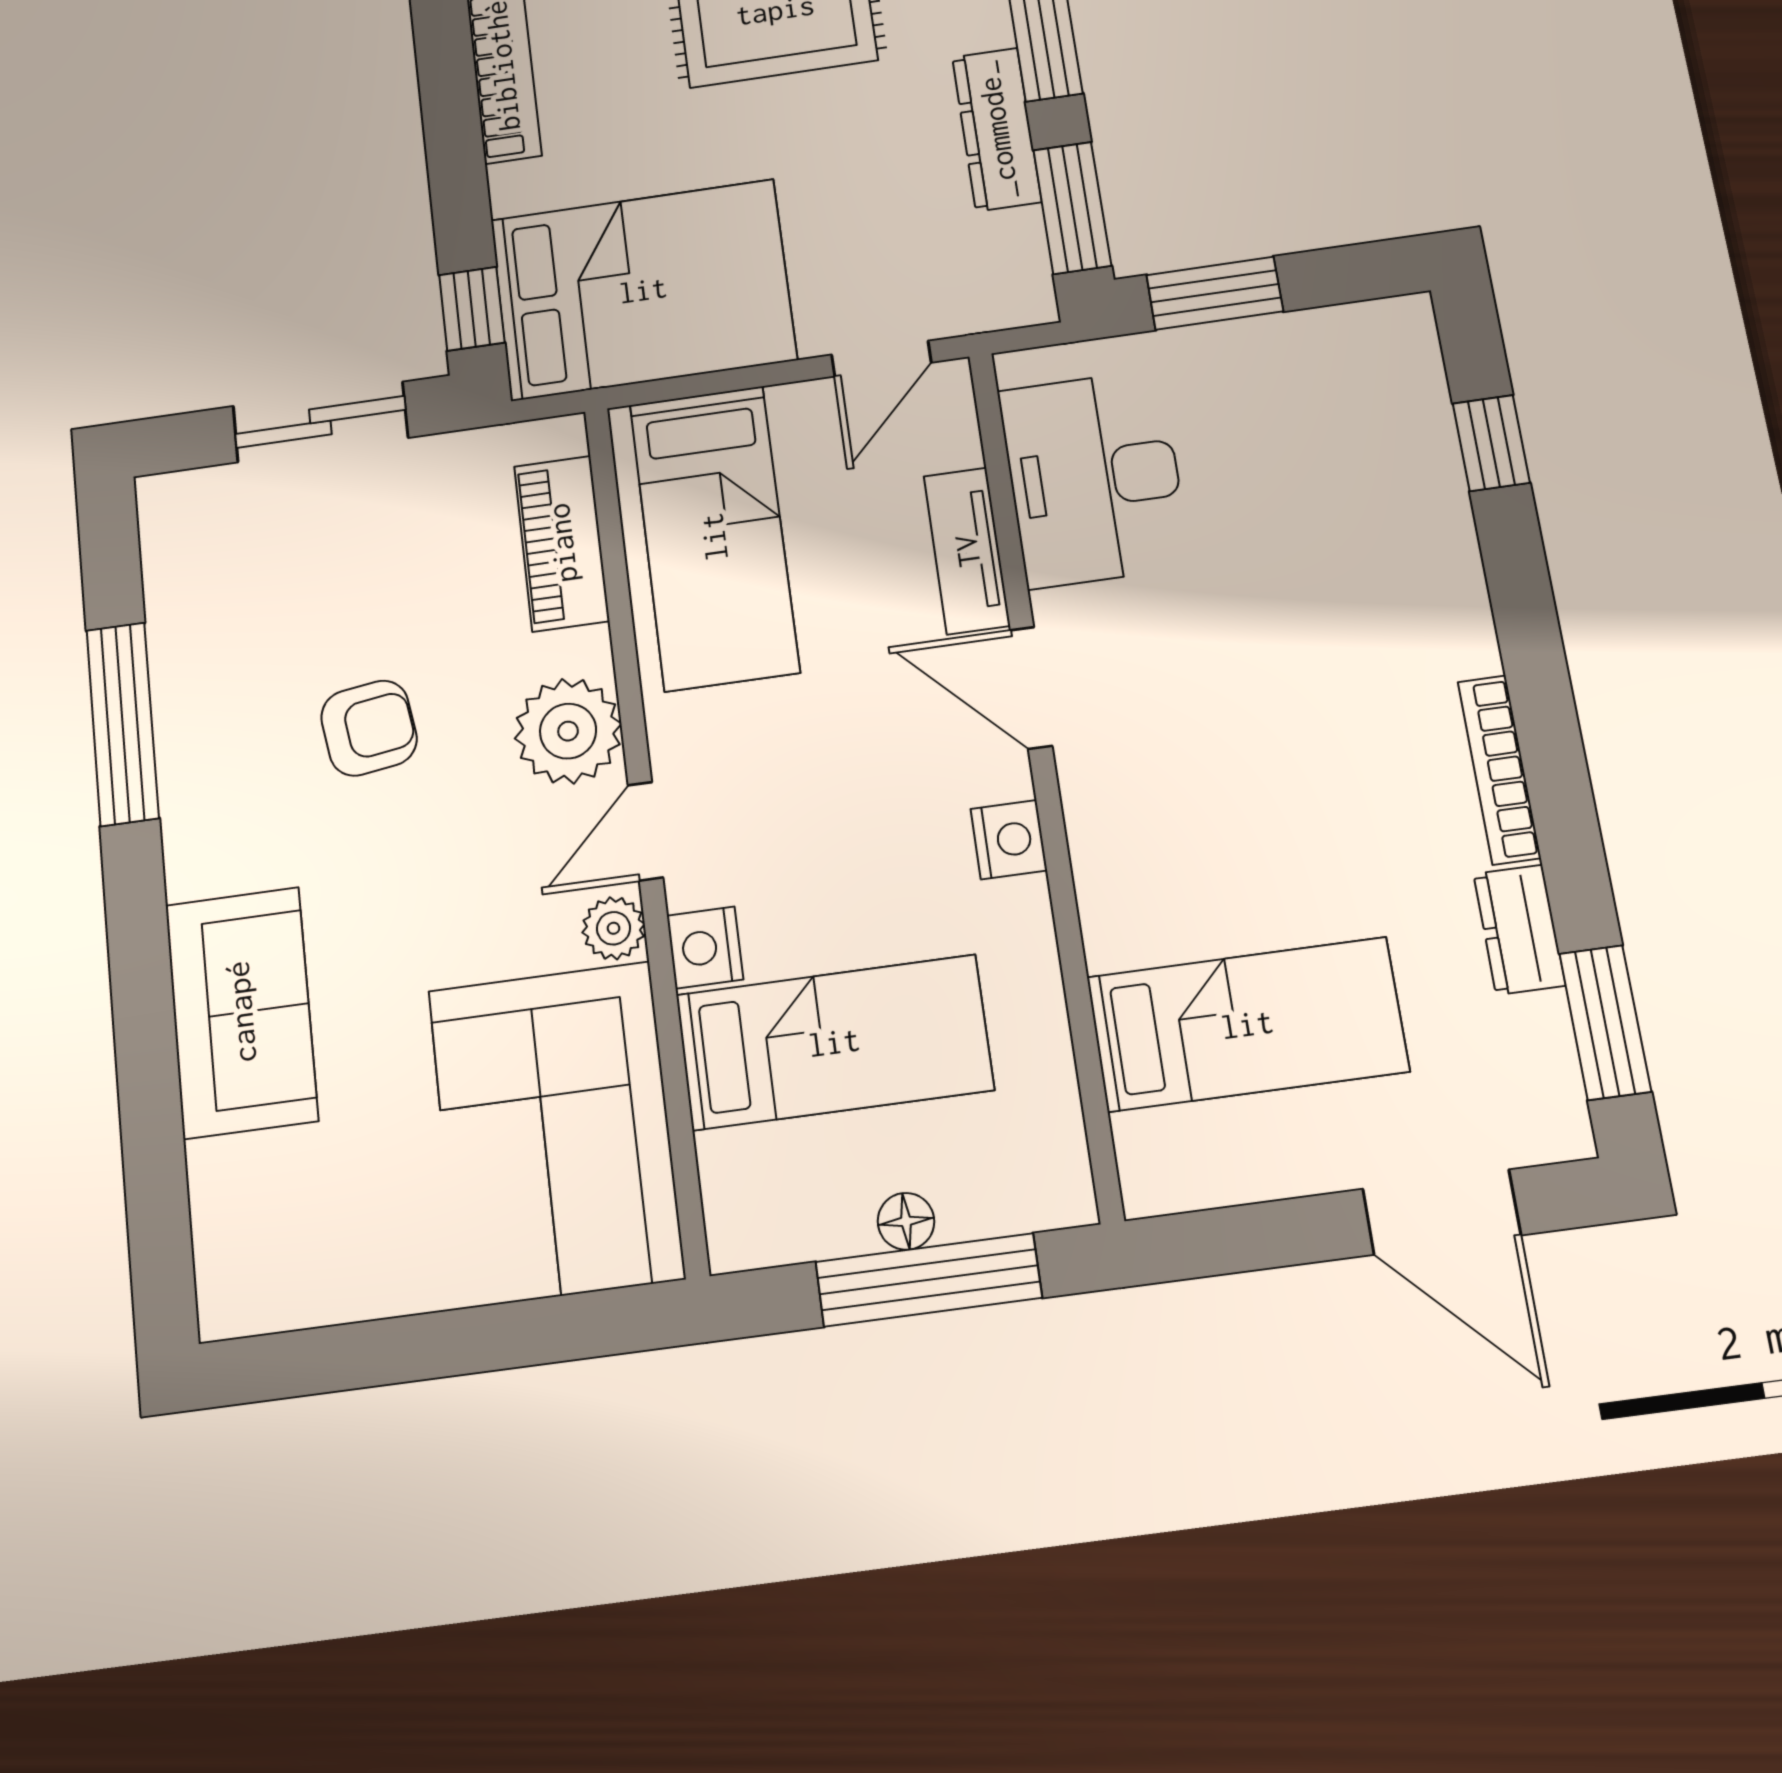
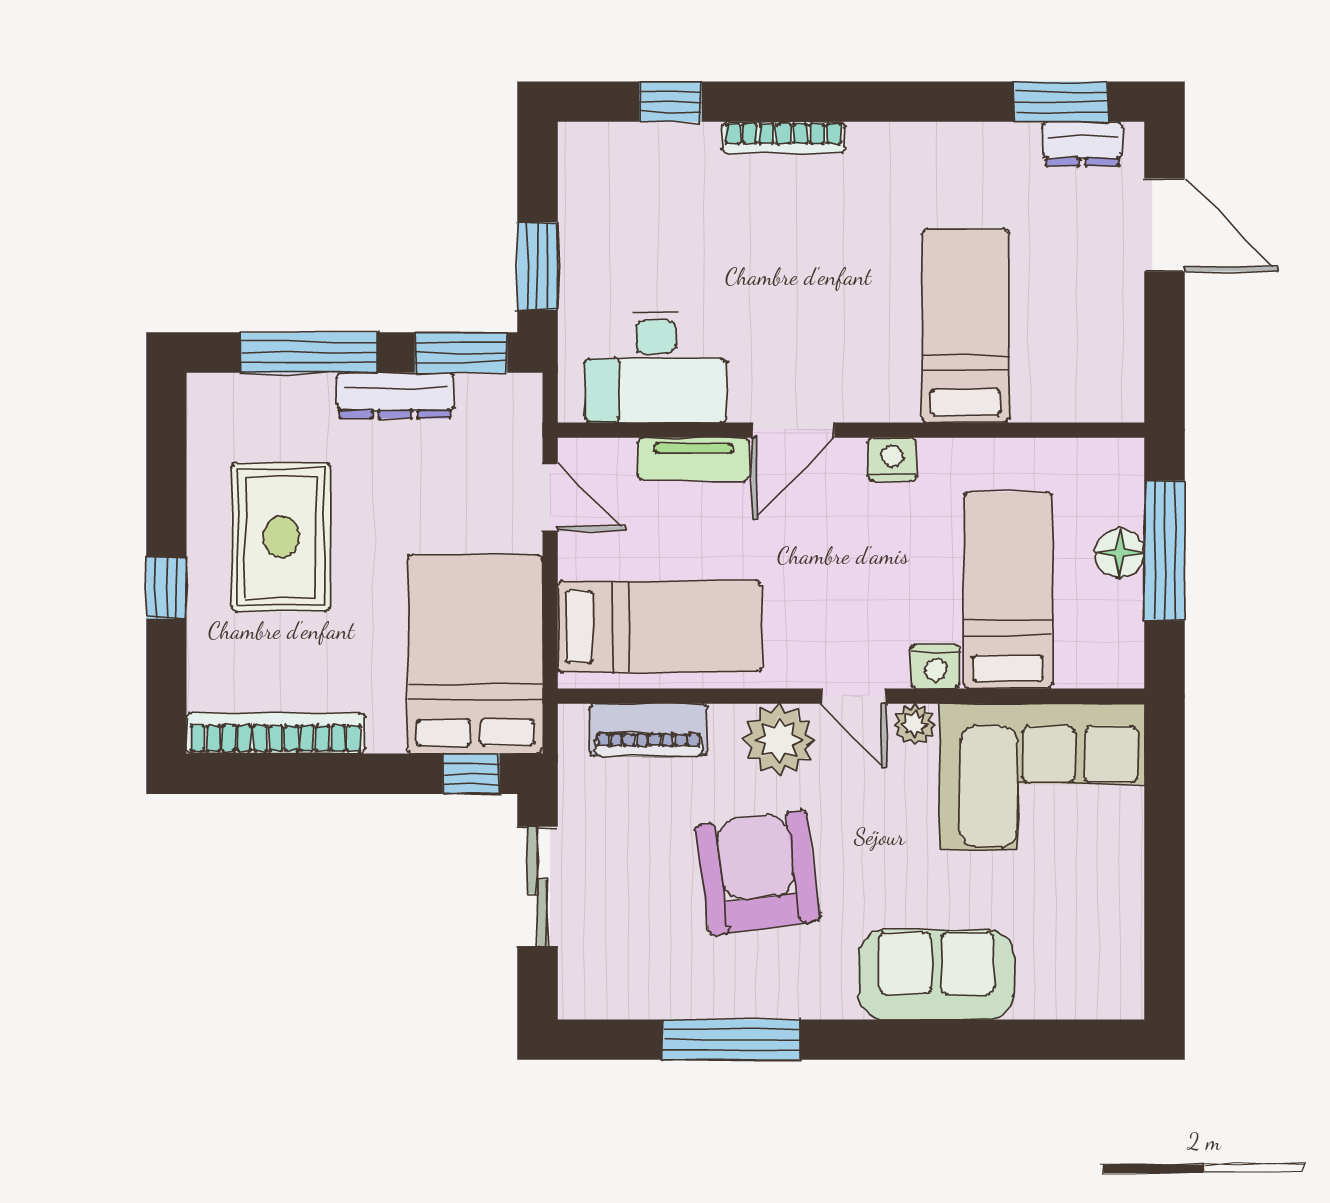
armchair: (369, 728) -> (758, 873), width x1.88, depth x1.88
bookcase: (1499, 769) -> (783, 137), moved
dresser: (1519, 930) -> (1082, 144), moved
bed: (1247, 1024) -> (966, 326), moved
door: (1442, 1212) -> (1165, 225), hinge flipped
floor lamp: (906, 1221) -> (1120, 553), width x1.37, depth x1.37

